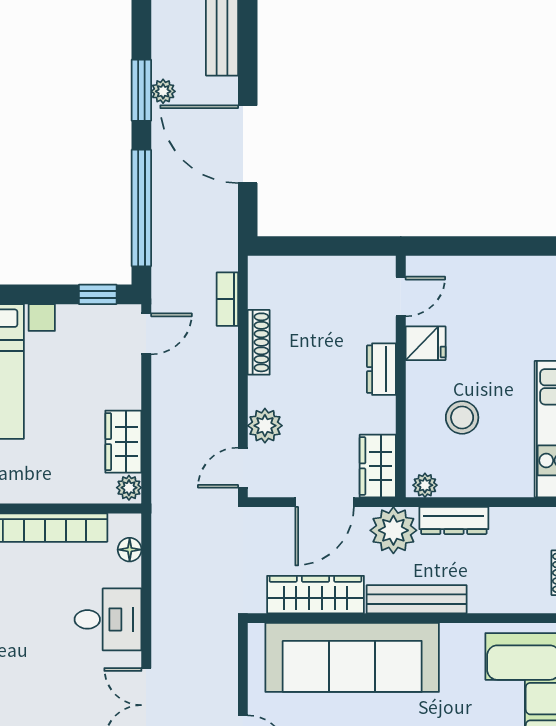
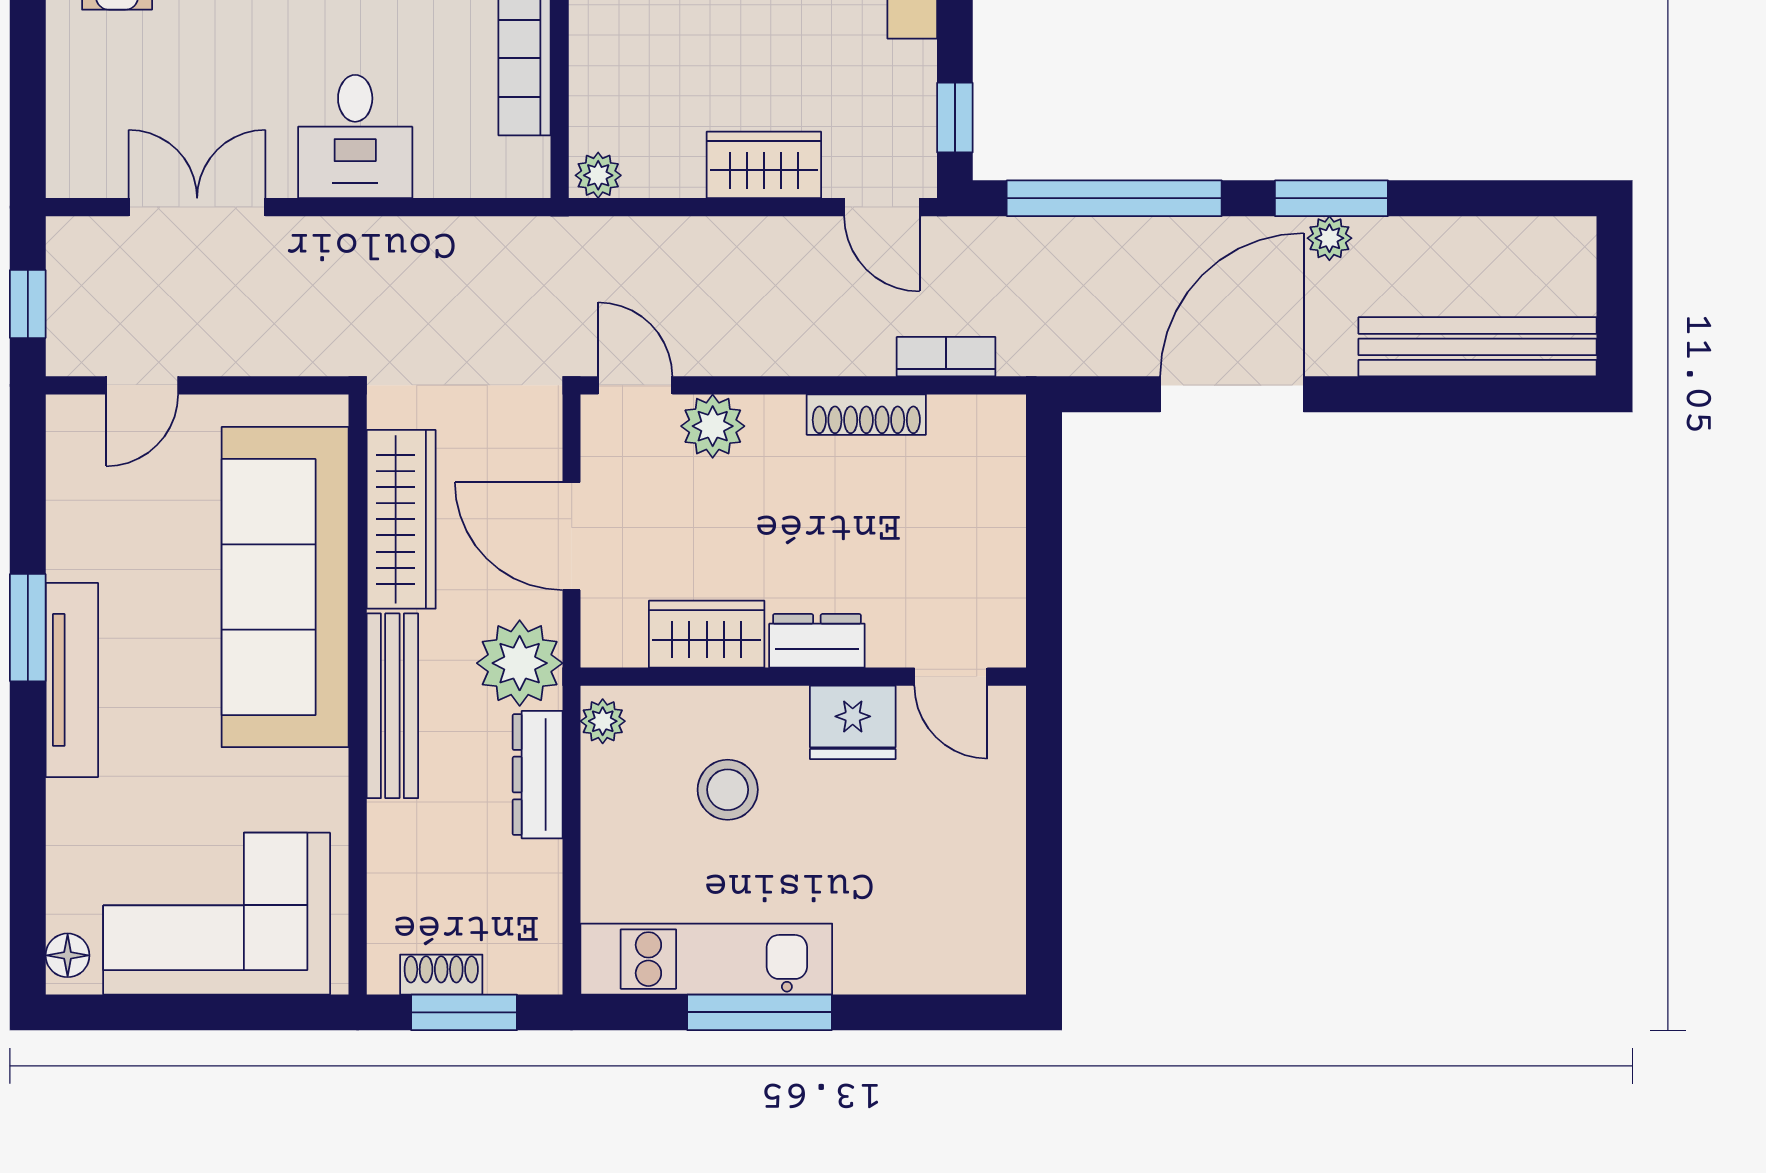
fridge: (426, 343) -> (853, 722), width x1.38
wardrobe: (123, 442) -> (764, 165), moved
wardrobe: (378, 466) -> (707, 634), moved
floor lamp: (130, 550) -> (484, 176), removed

